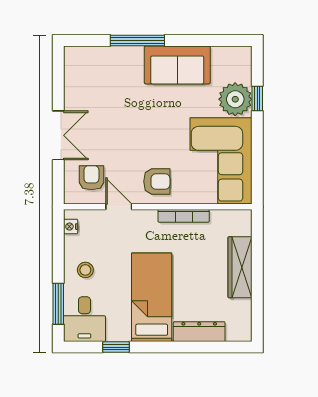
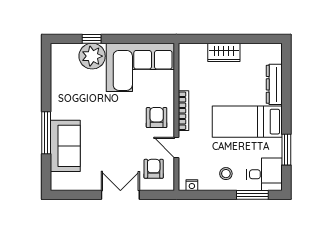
sofa: (177, 65) -> (65, 146), moved
armchair: (91, 178) -> (154, 169), turned 90
door: (119, 207) -> (176, 147), hinge flipped
bookcase: (184, 216) -> (184, 111), moved
wardrobe: (240, 267) -> (224, 52), width x0.67
window: (116, 347) -> (286, 150), width x1.50

